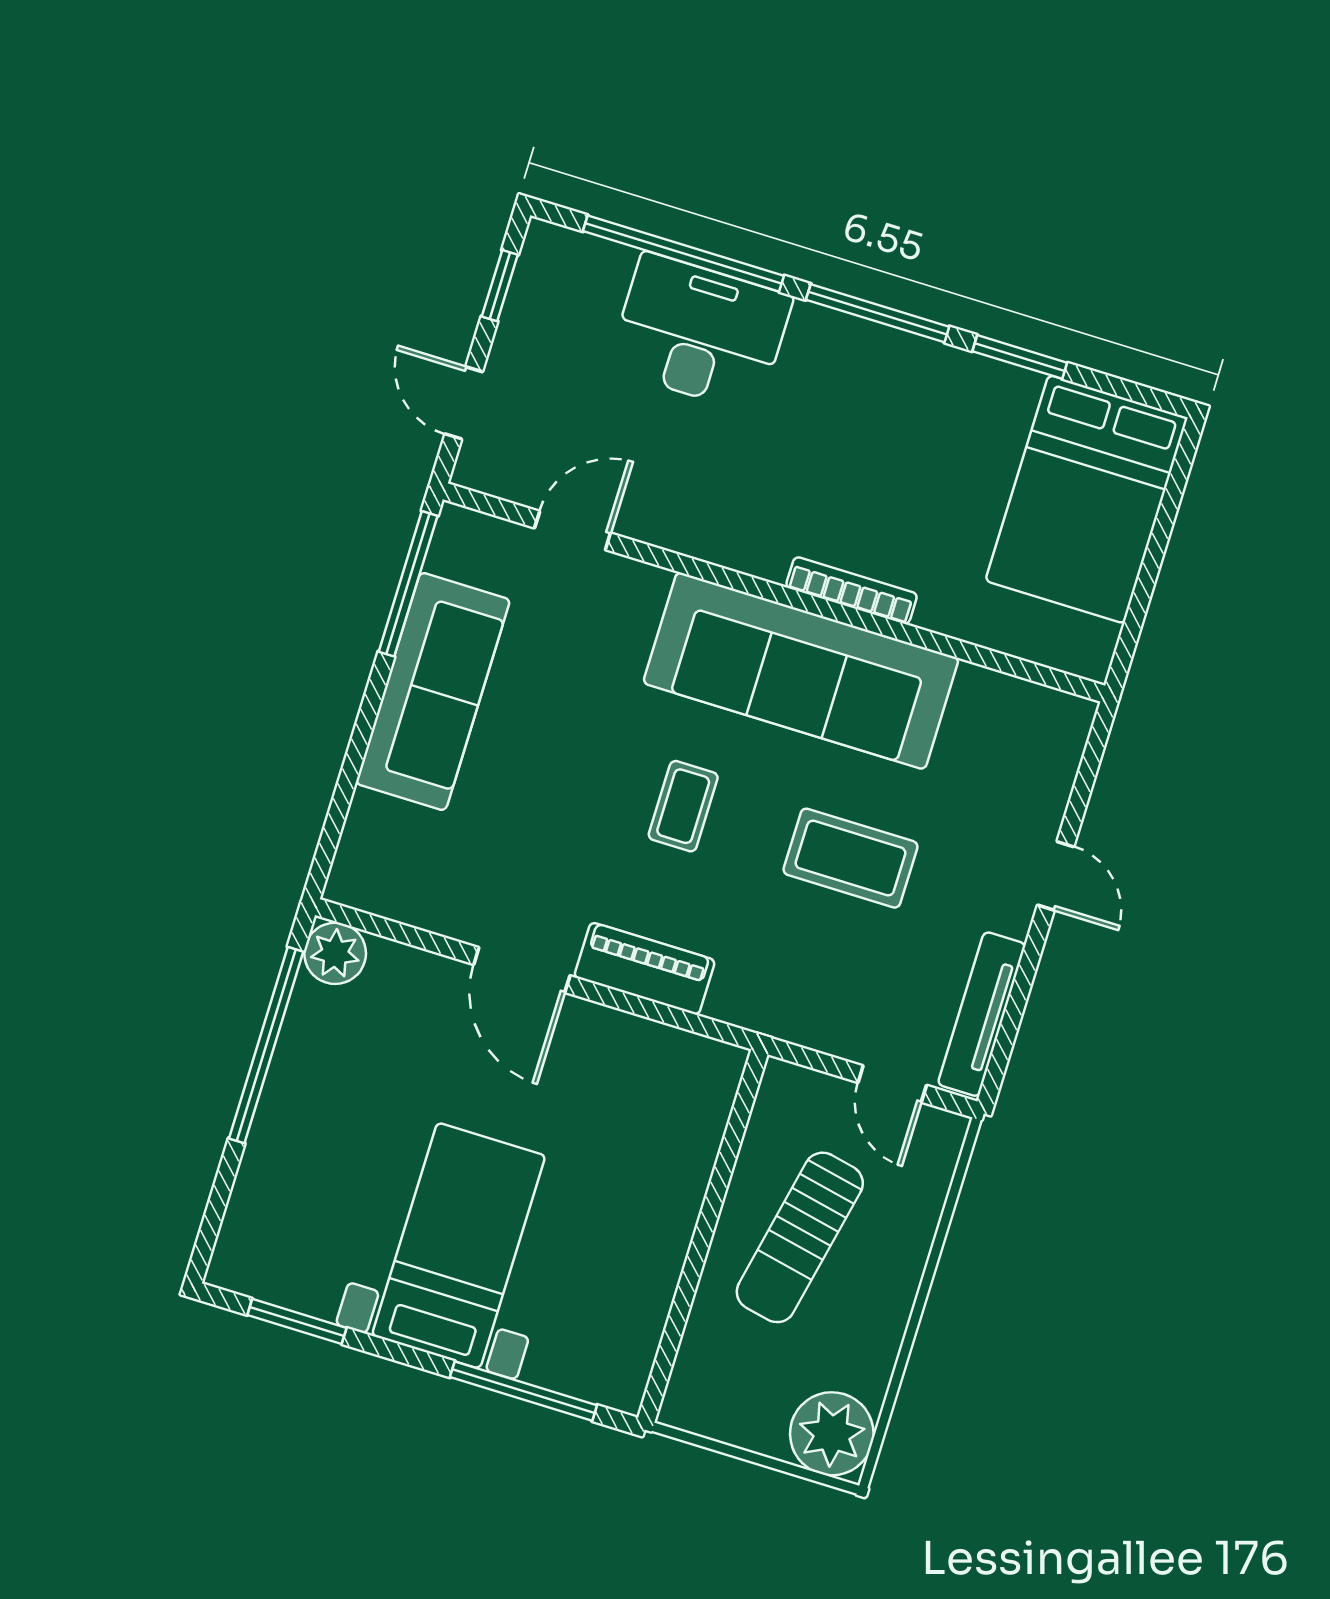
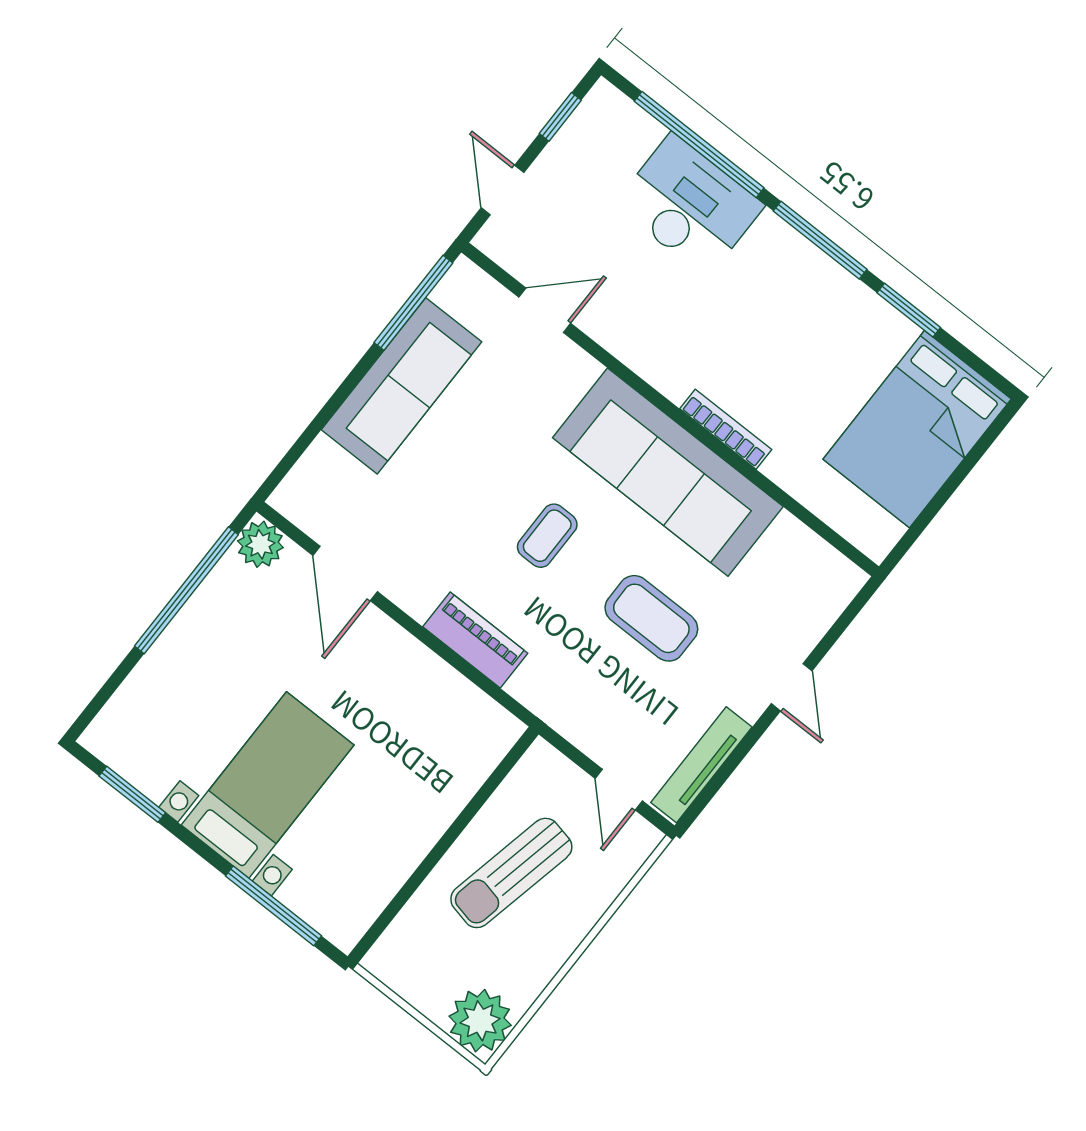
door: (522, 970) -> (345, 574), moved

